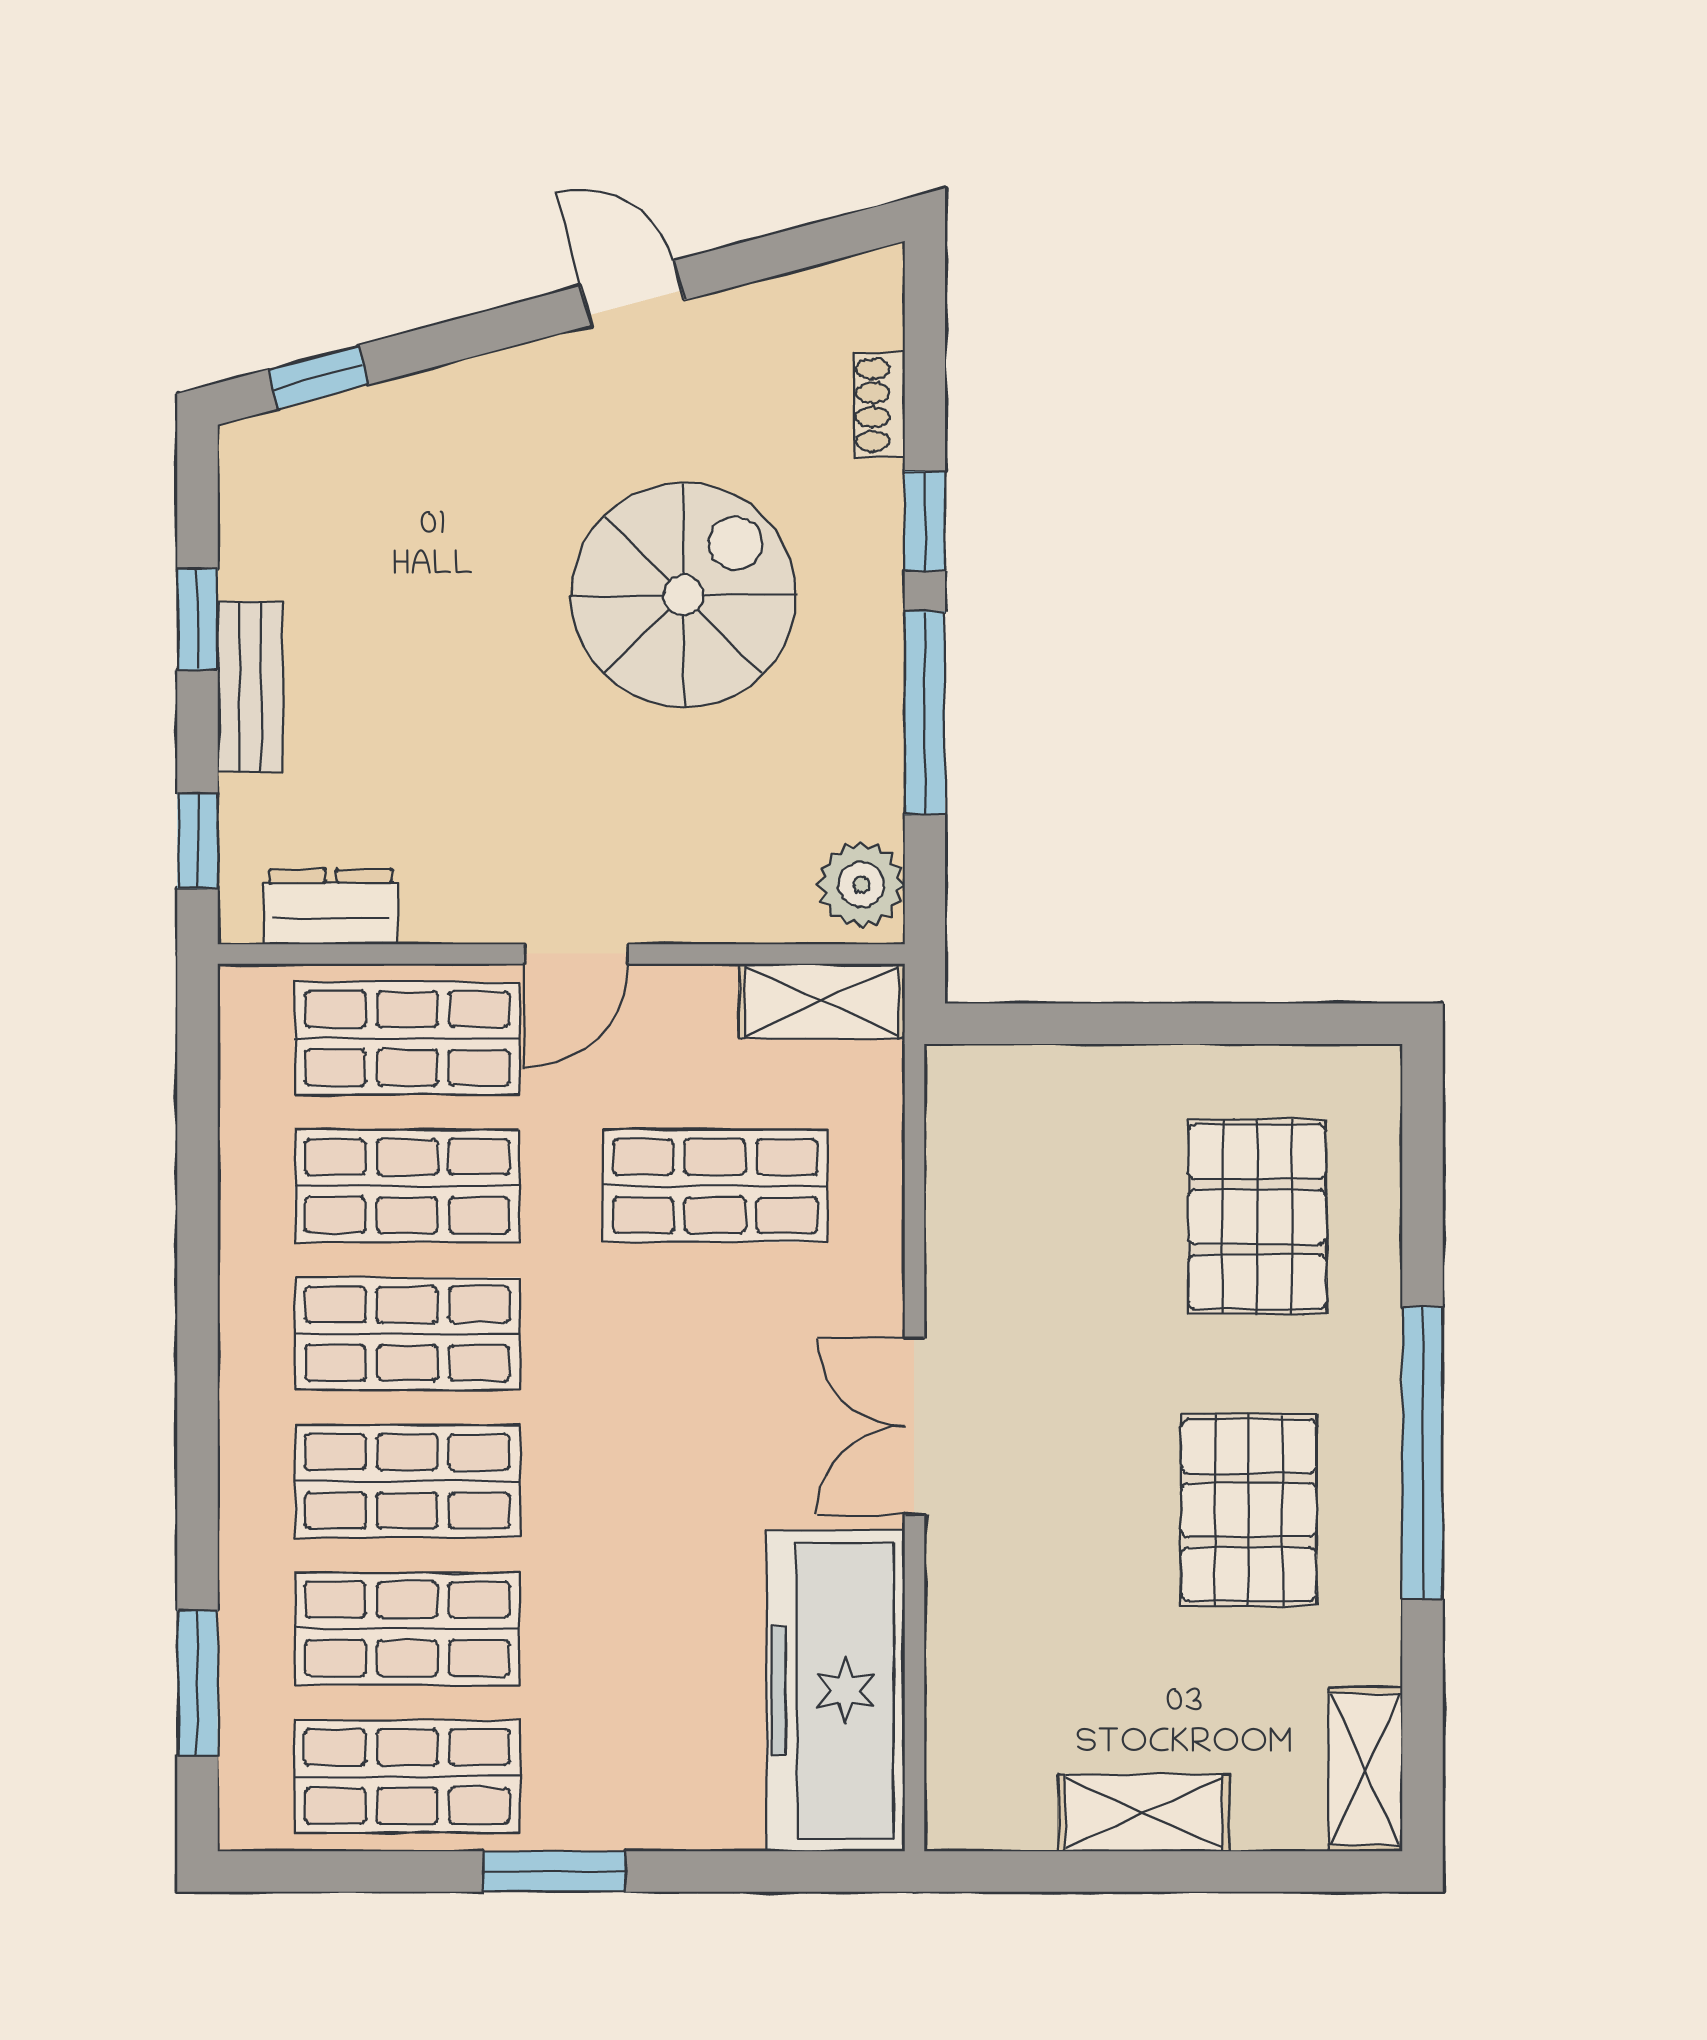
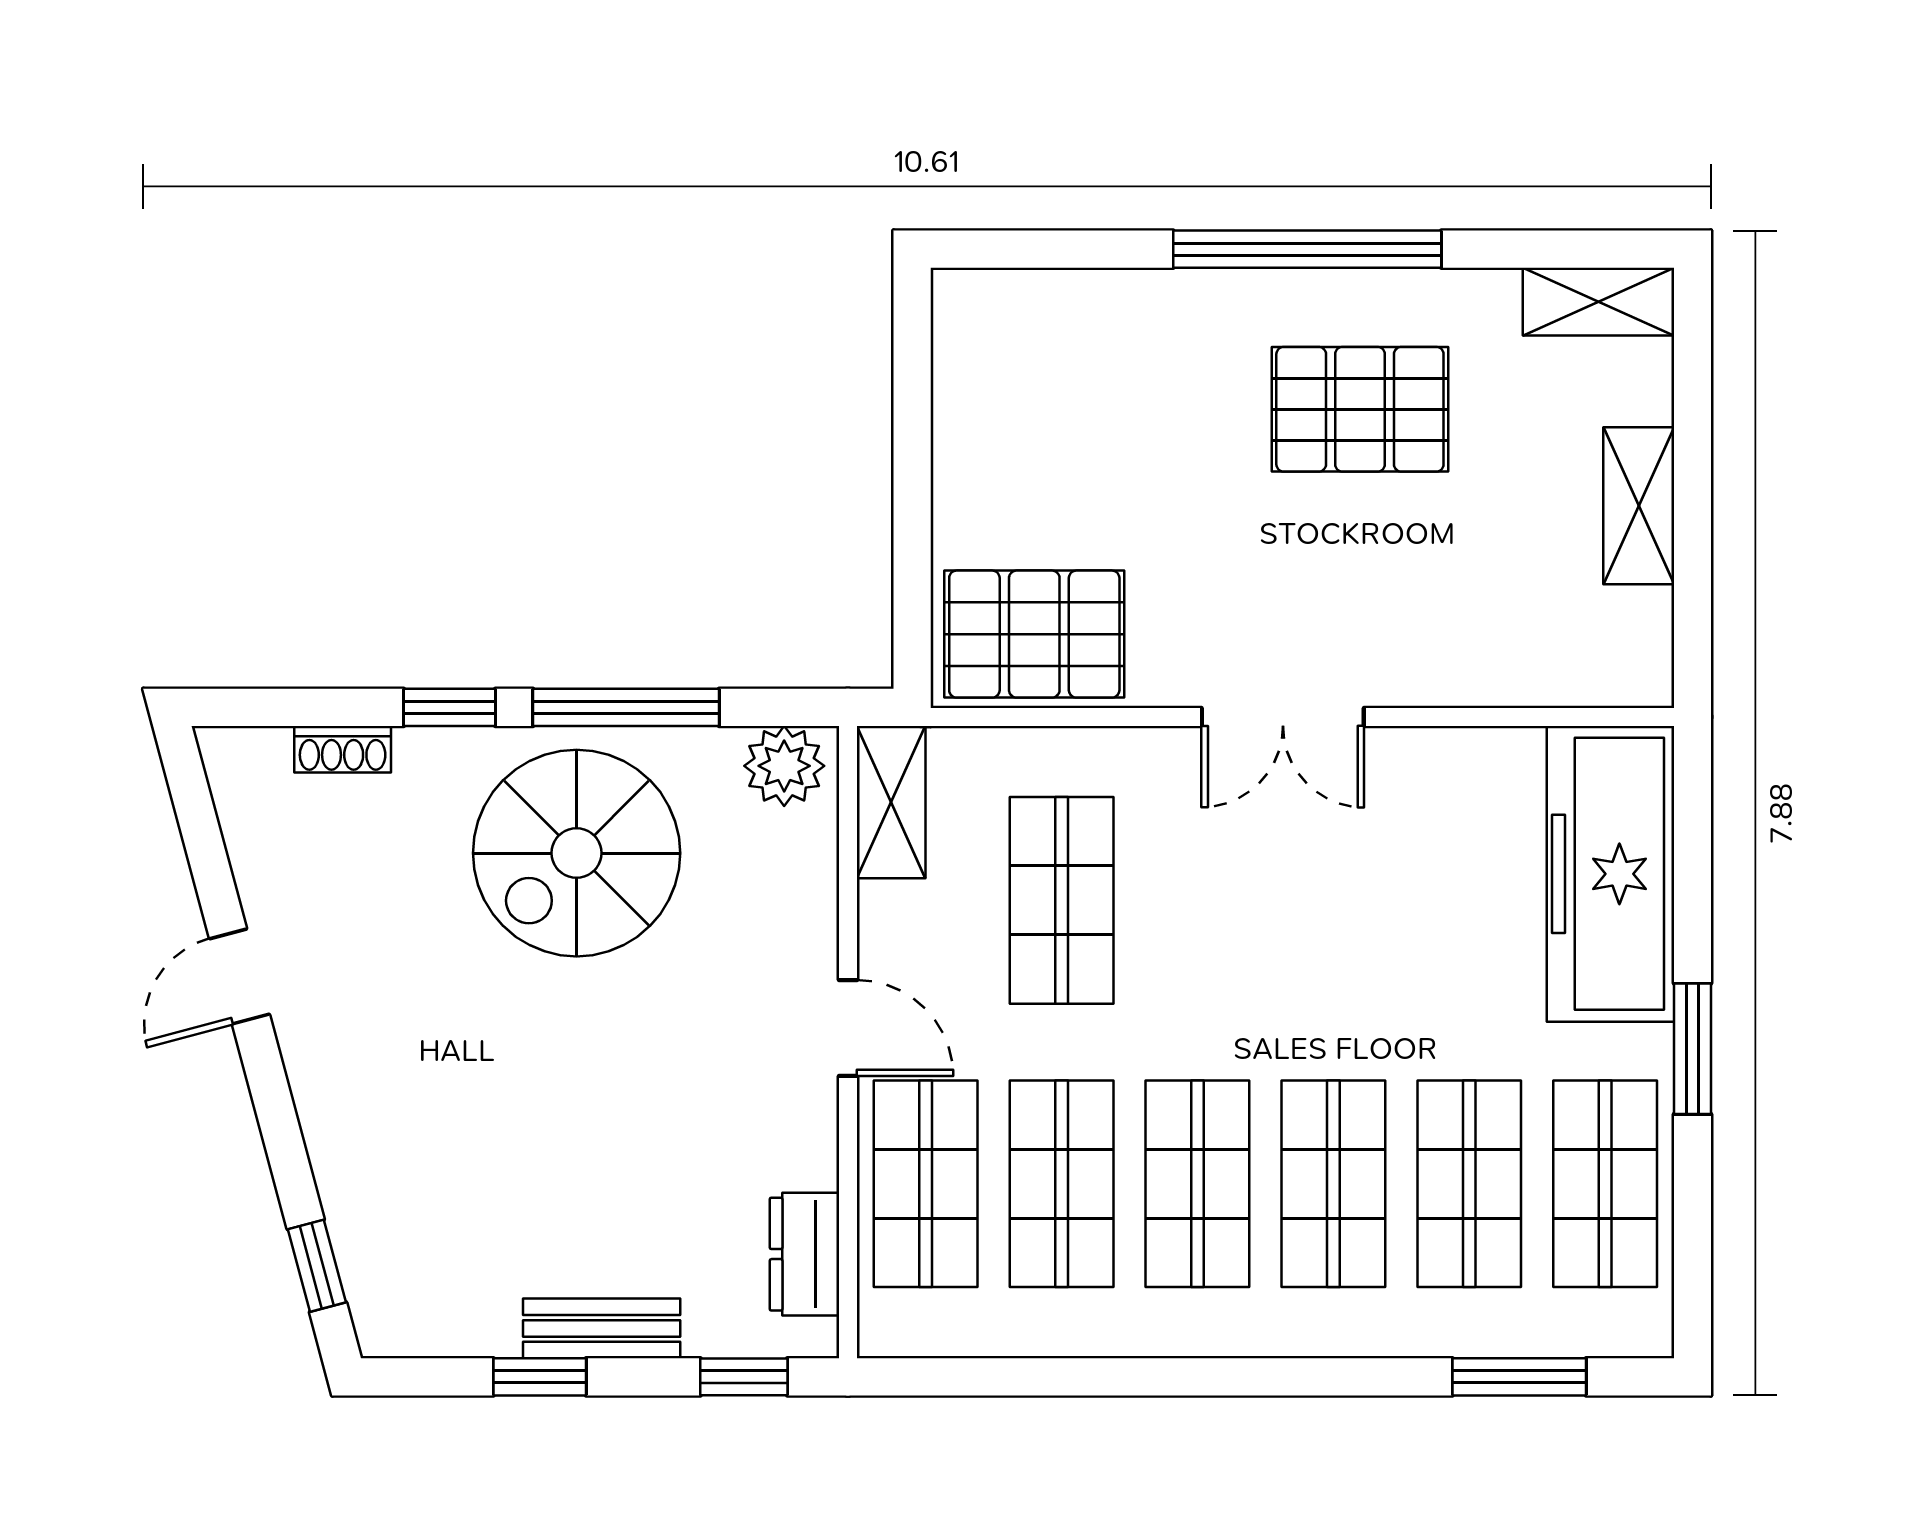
spiral stairs: (683, 595) -> (577, 853), moved, turned -90
pallet: (1257, 1217) -> (1034, 634), moved
freezer: (836, 1691) -> (1611, 874), moved, turned 90

